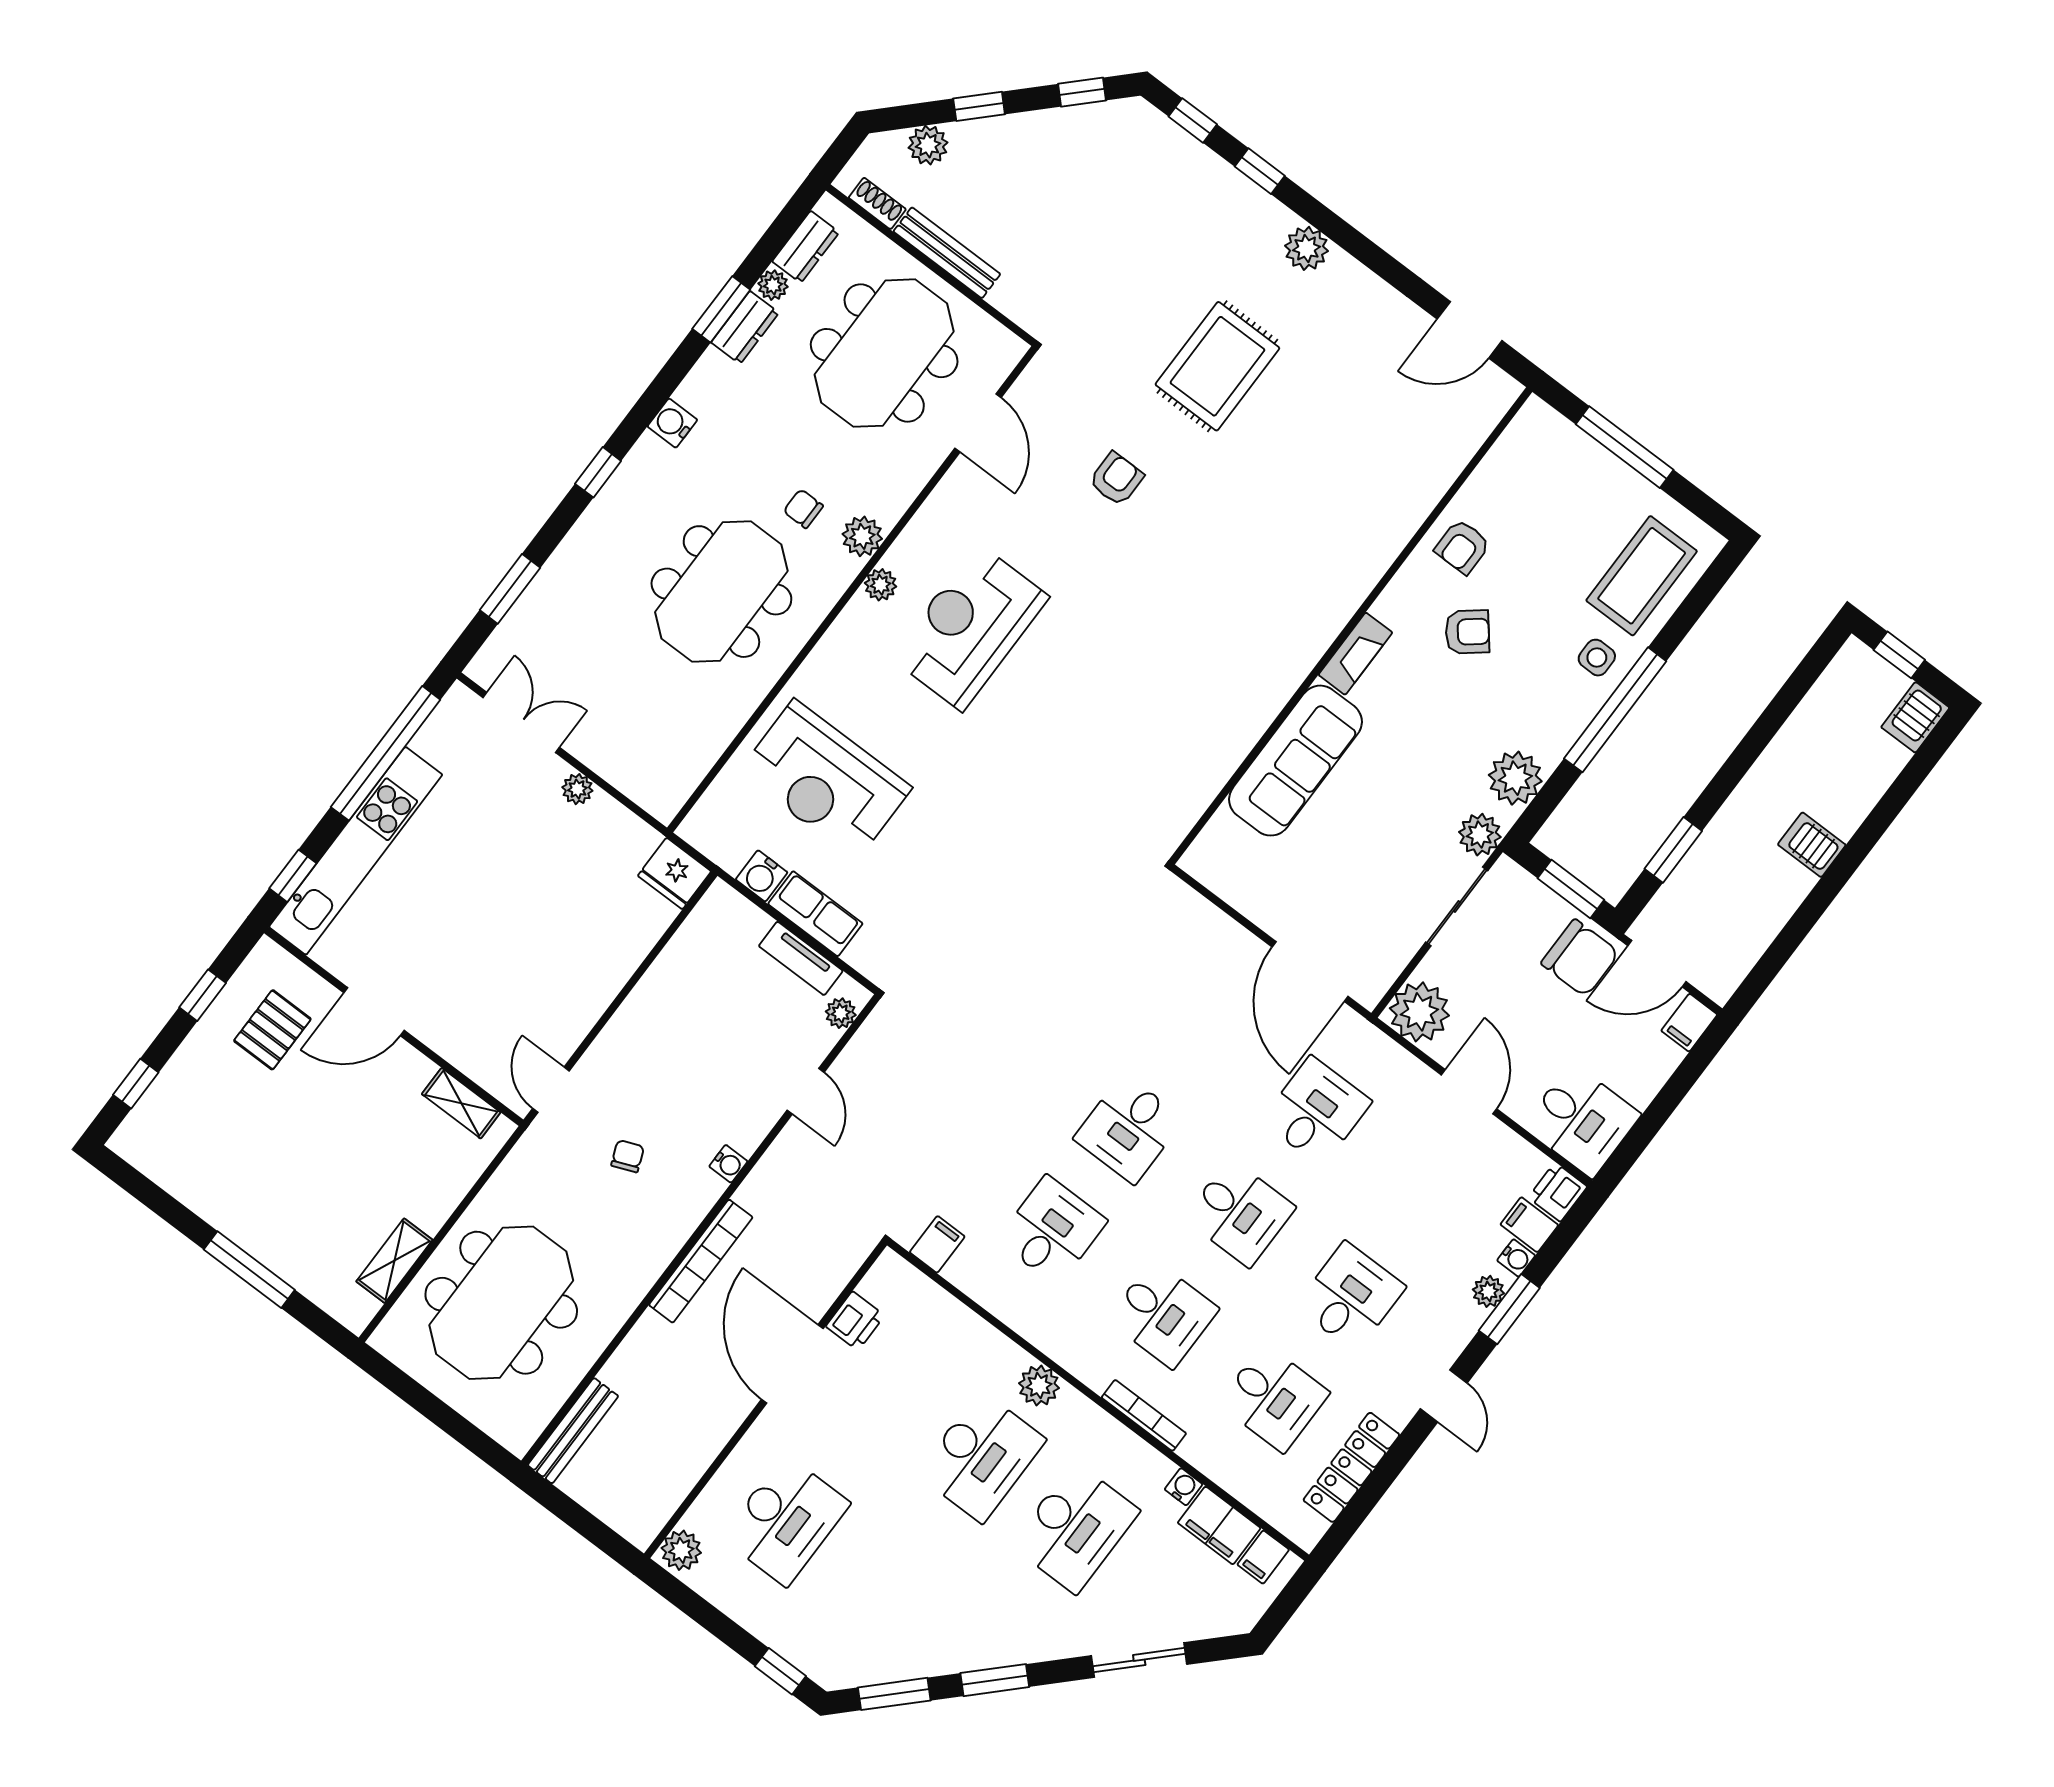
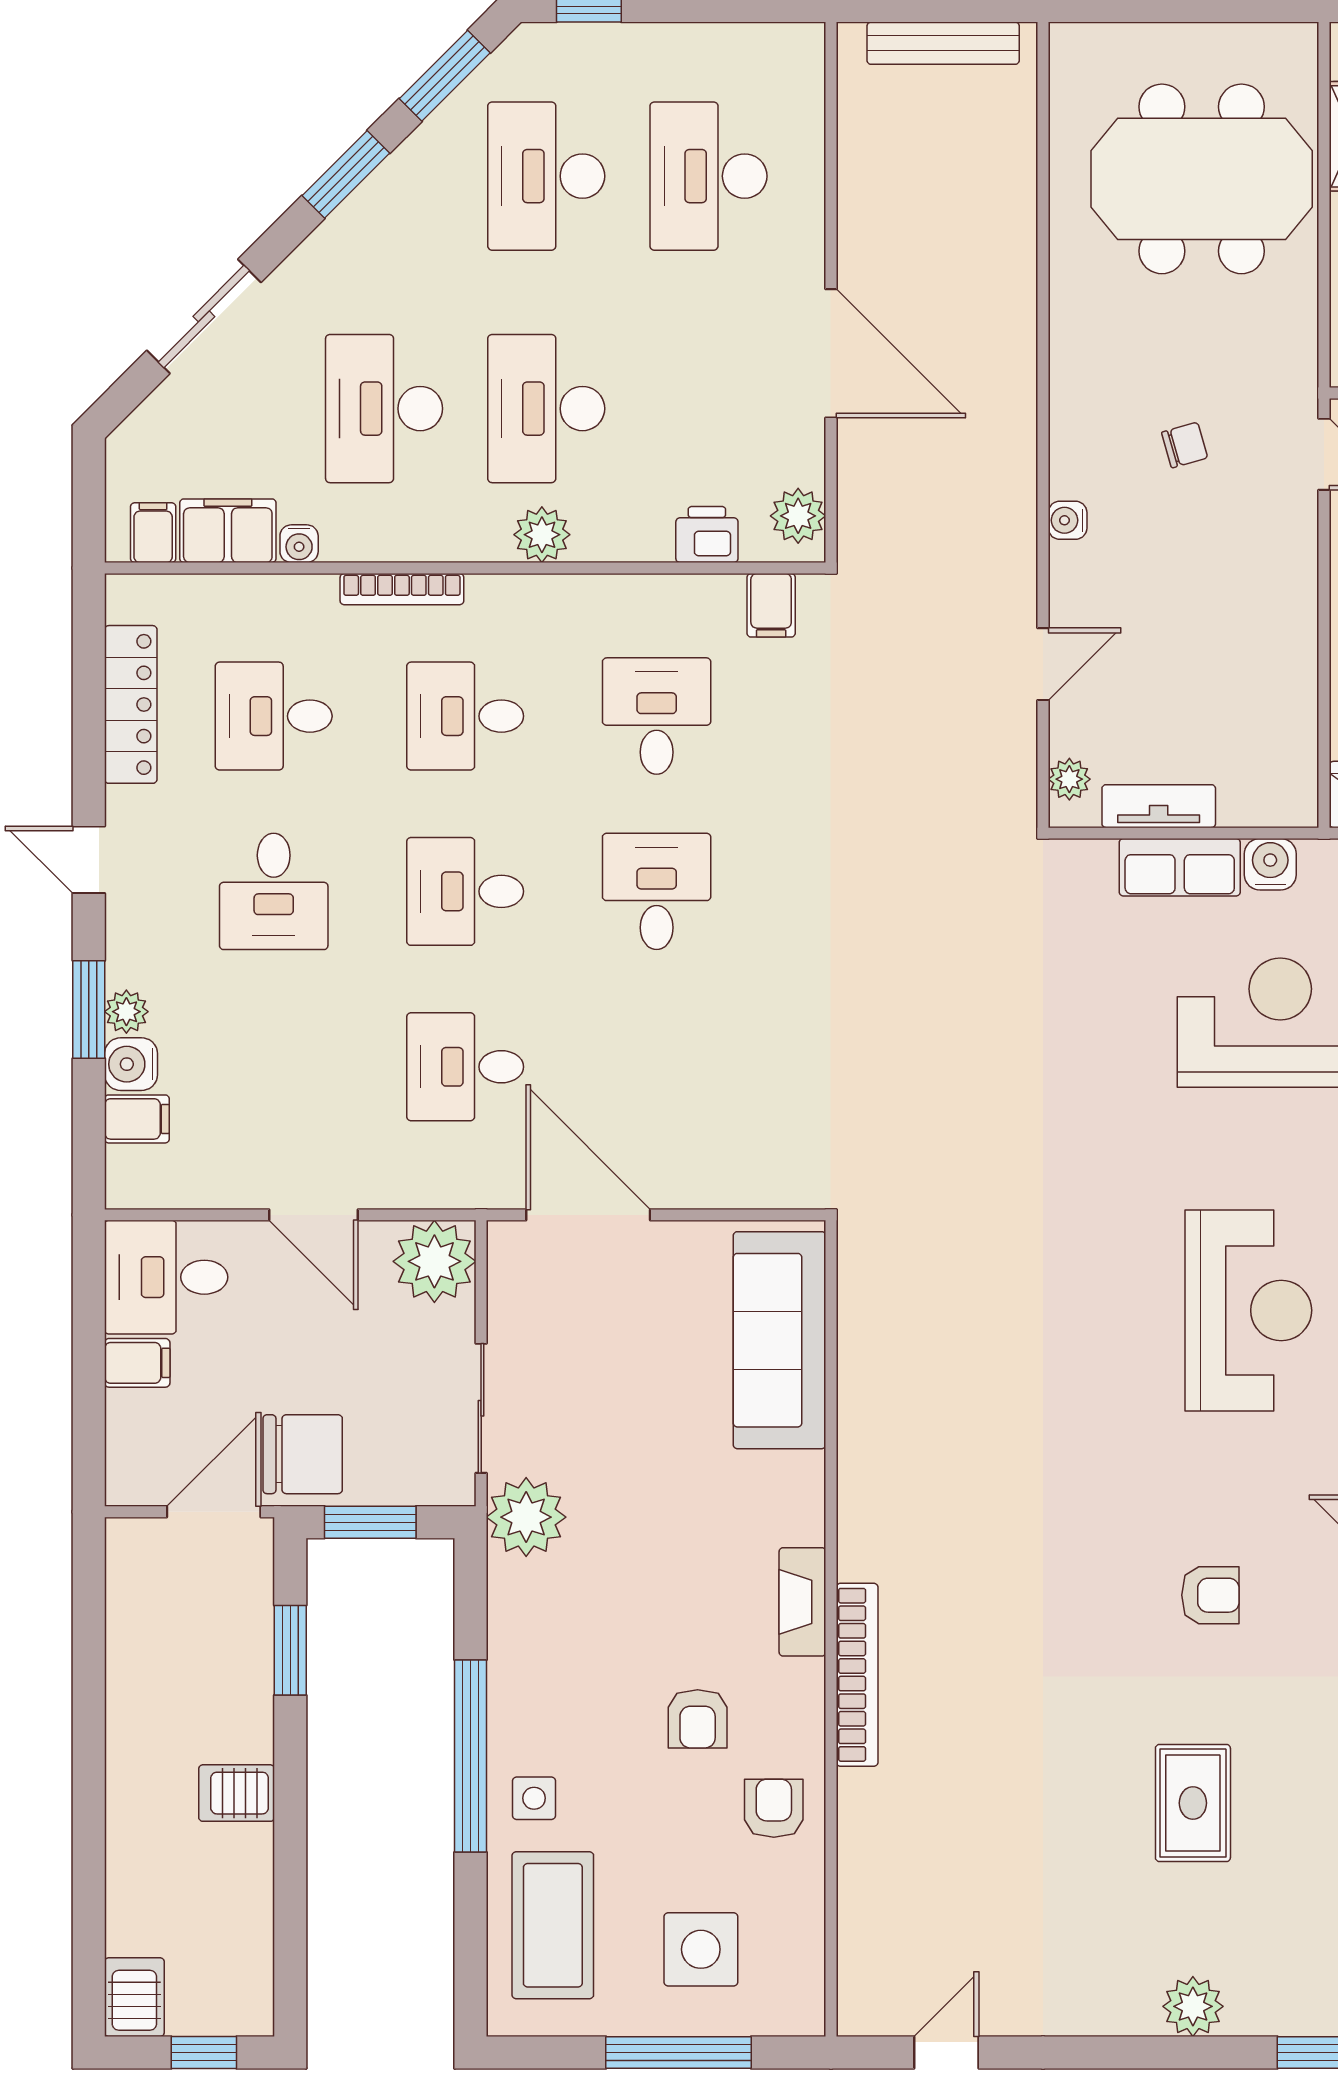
door: (1469, 330) -> (946, 2053), width x0.73
rug: (1217, 366) -> (1193, 1803), width x0.73, depth x0.70
armchair: (1116, 479) -> (1210, 1595), turned -90
side table: (1566, 497) -> (701, 1949), added
armchair: (1467, 632) -> (698, 1719), turned -51
sofa: (1295, 761) -> (779, 1340), moved
plant: (1515, 778) -> (523, 1598), removed
plant: (1480, 835) -> (526, 1517), width x1.36, depth x1.36
server rack: (1812, 845) -> (237, 1793), moved, turned 180
chair: (1580, 958) -> (303, 1454), turned 180
filing cabinet: (1689, 1023) -> (137, 1363), moved, turned 90
door: (806, 1091) -> (1043, 664), swing flipped
desk: (1316, 1111) -> (465, 1067), turned 90
chair: (628, 1156) -> (1185, 445), turned -84
printer: (1558, 1192) -> (133, 1178), removed
desk: (1052, 1230) -> (657, 716), turned 180
water cooler: (1516, 1258) -> (131, 1064), width x1.38, depth x1.38
bookcase: (701, 1261) -> (857, 1675), moved, turned 180
meeting table: (501, 1303) -> (1202, 179), turned 90
printer: (855, 1321) -> (707, 535), moved, turned 90
bench: (573, 1431) -> (943, 43), moved, turned 90
plant: (681, 1550) -> (798, 516), moved
desk: (879, 1591) -> (546, 176), added

